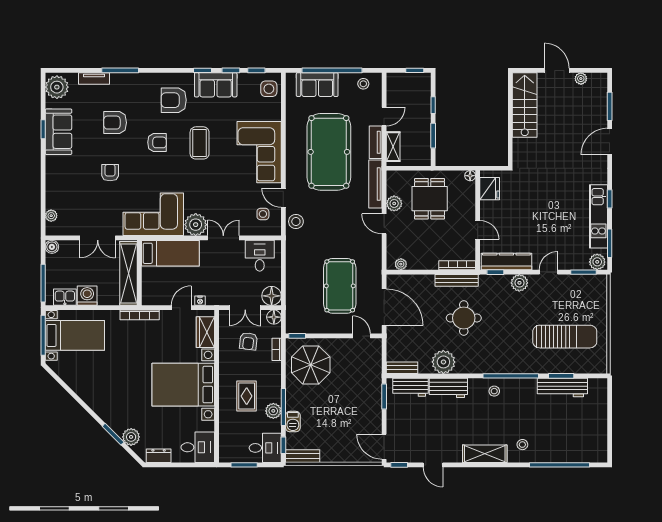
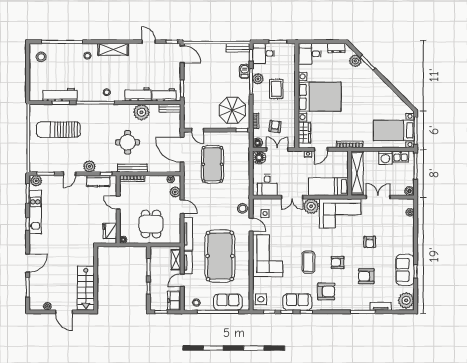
freezer: (396, 87) -> (174, 301), added
armchair: (115, 123) -> (366, 276), turned 180
plant: (394, 203) -> (175, 192), moved
kitchen counter: (506, 261) -> (98, 181), width x0.67
stool: (590, 443) -> (41, 57), added

